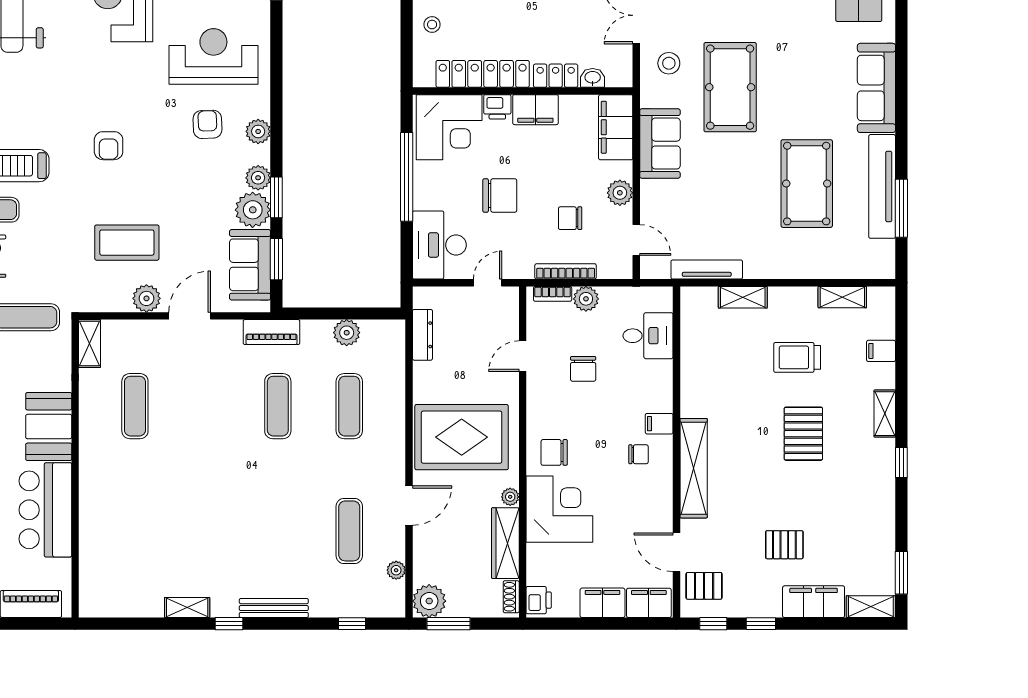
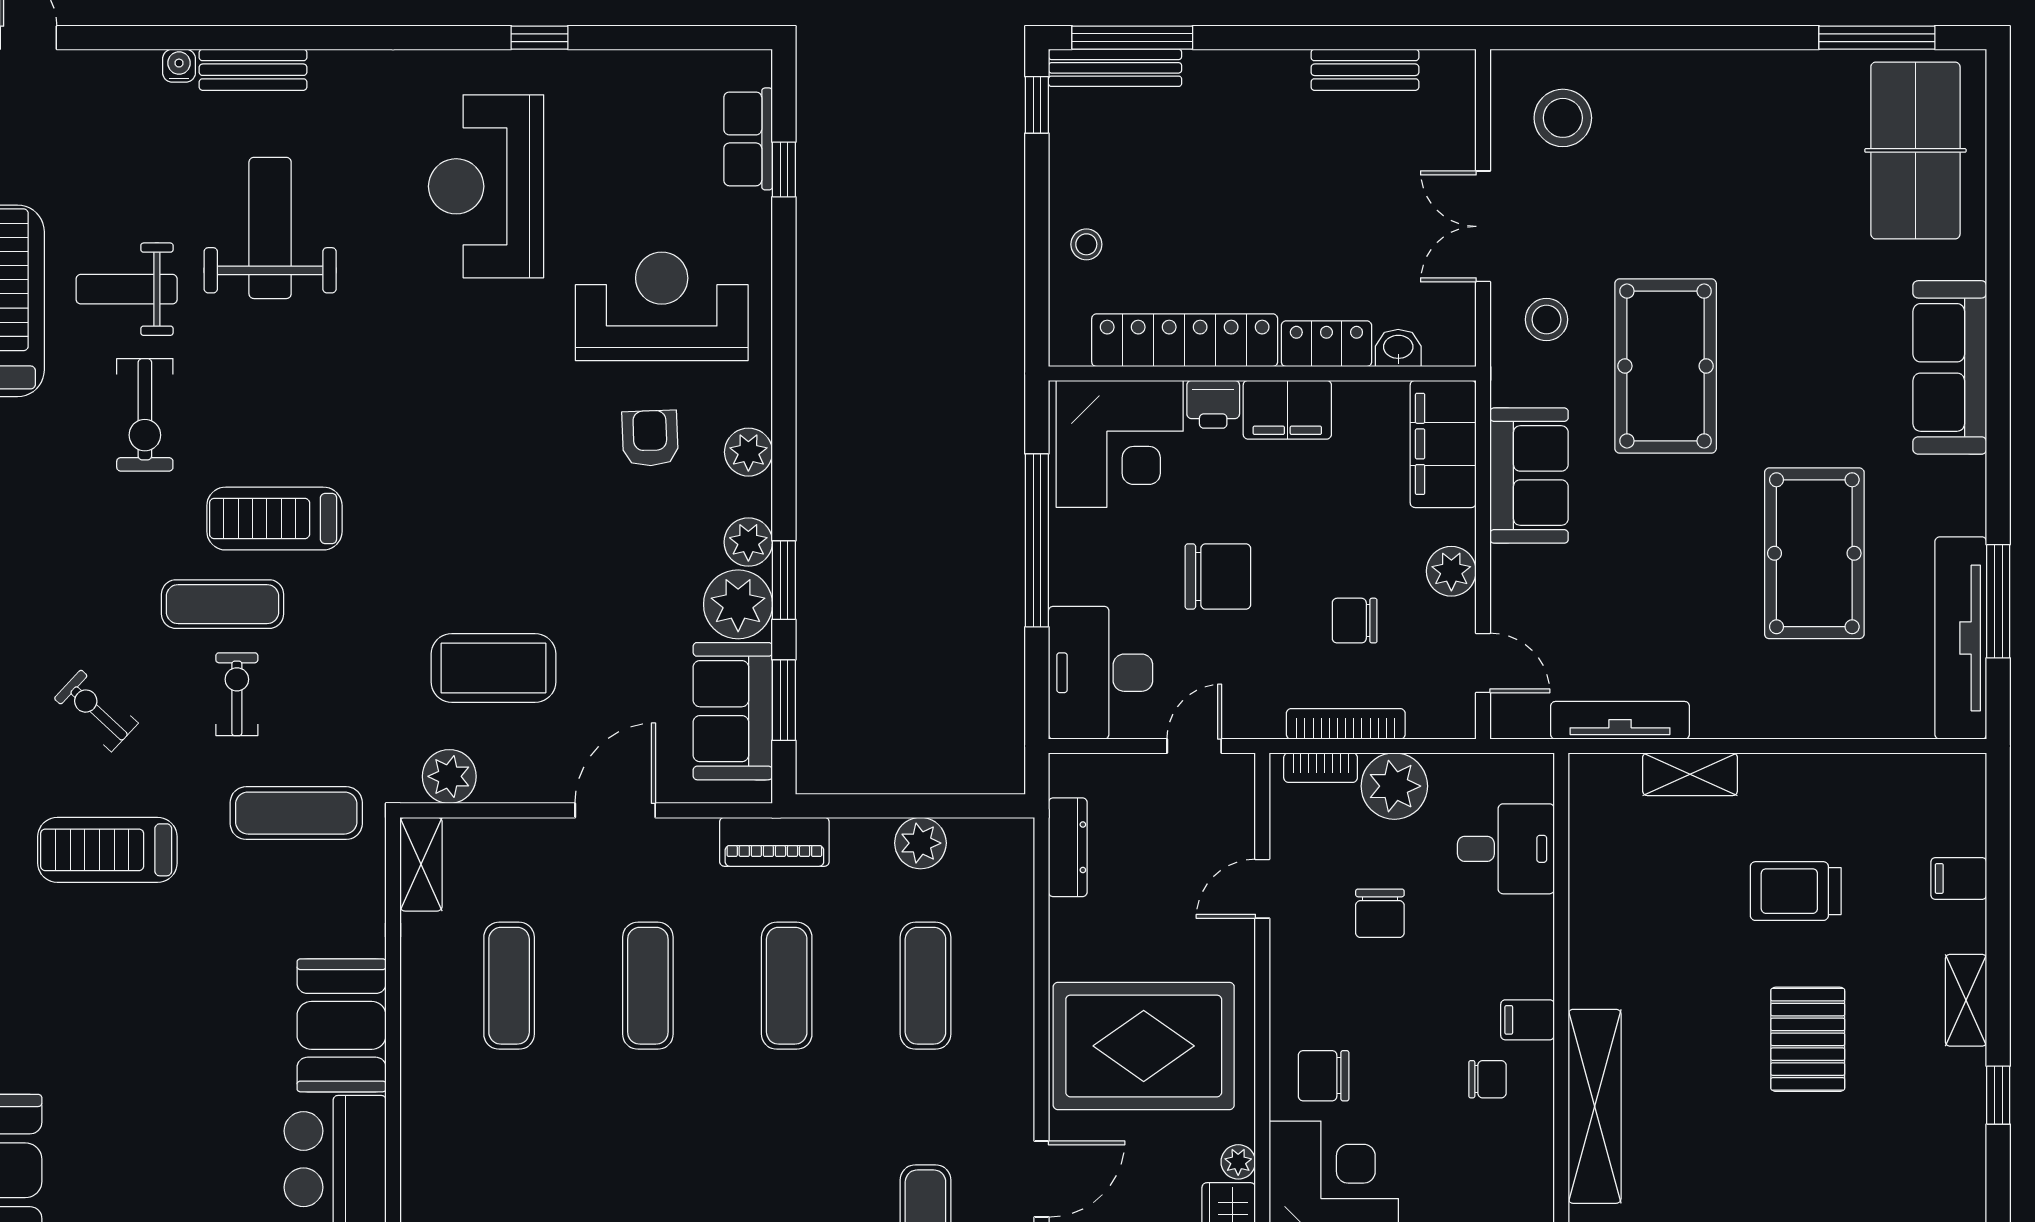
armchair: (109, 146) -> (458, 480), removed
tv unit: (882, 186) -> (1961, 638), moved
shelving: (842, 297) -> (1884, 774), removed
plant: (146, 298) -> (449, 776), moved
plant: (586, 299) -> (1394, 786), width x1.36, depth x1.36
exercise mat: (206, 406) -> (648, 986), added

